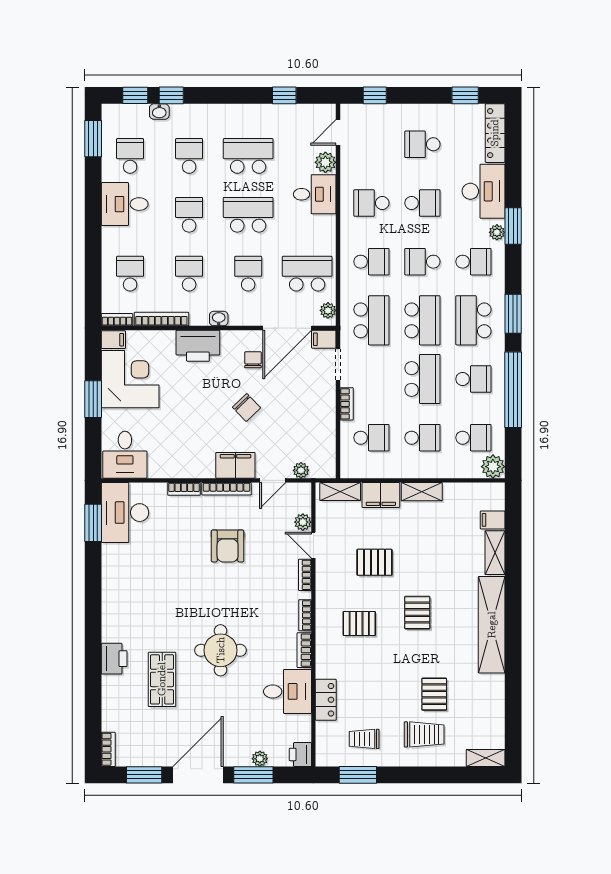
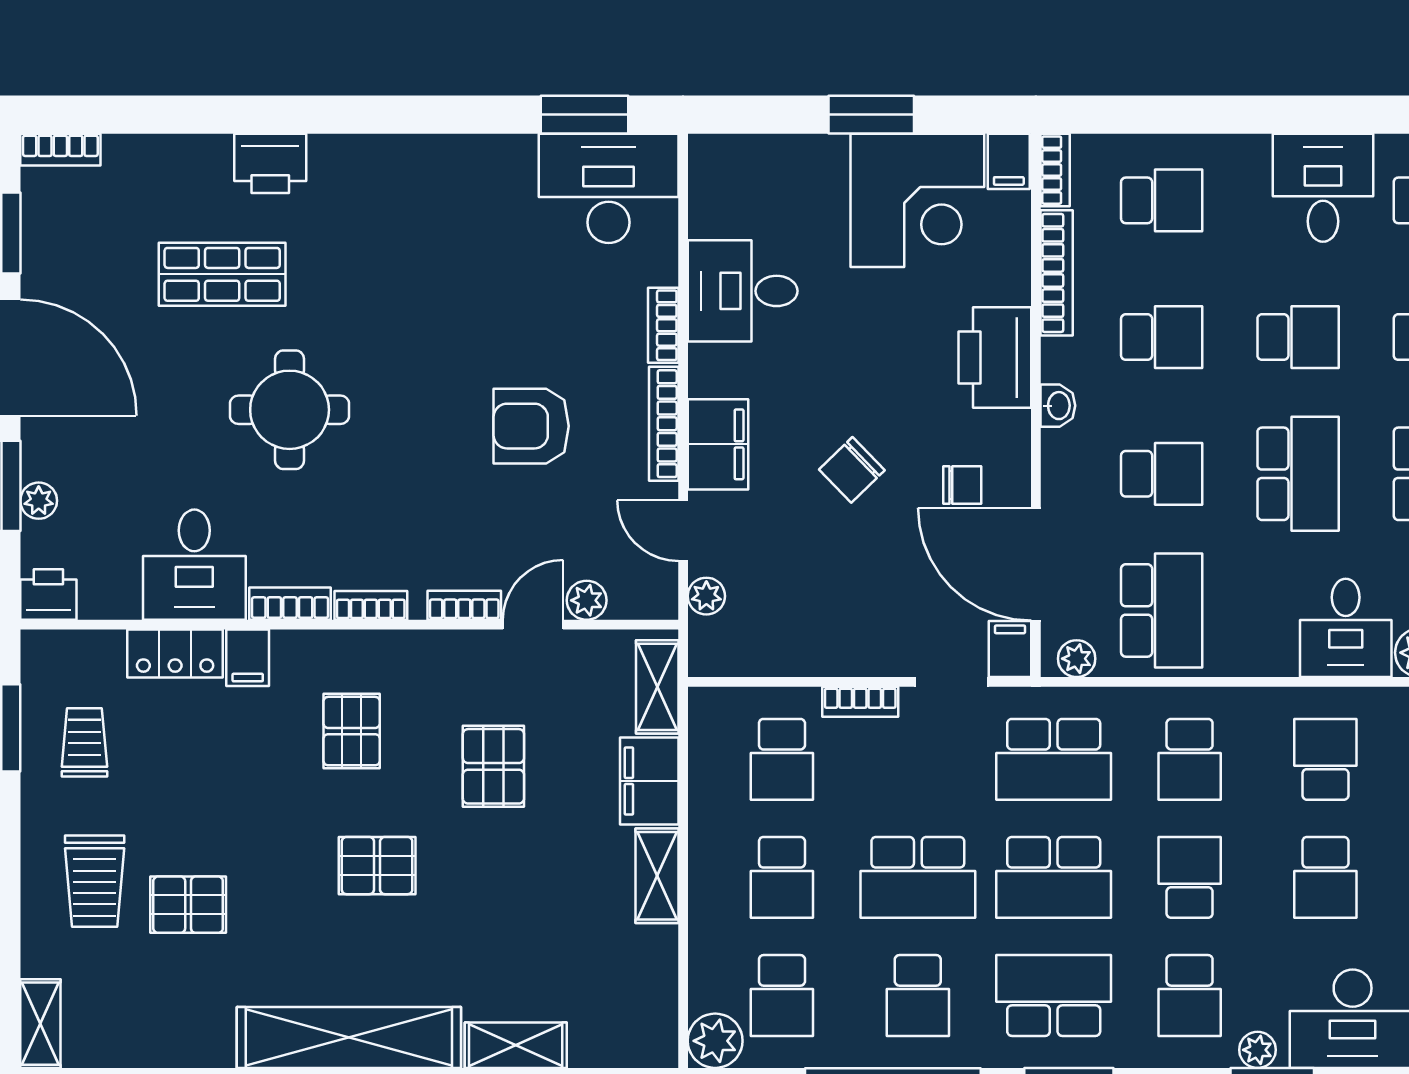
desk: (125, 455) -> (743, 291), moved
filing cabinet: (493, 520) -> (248, 658), moved, turned 180

